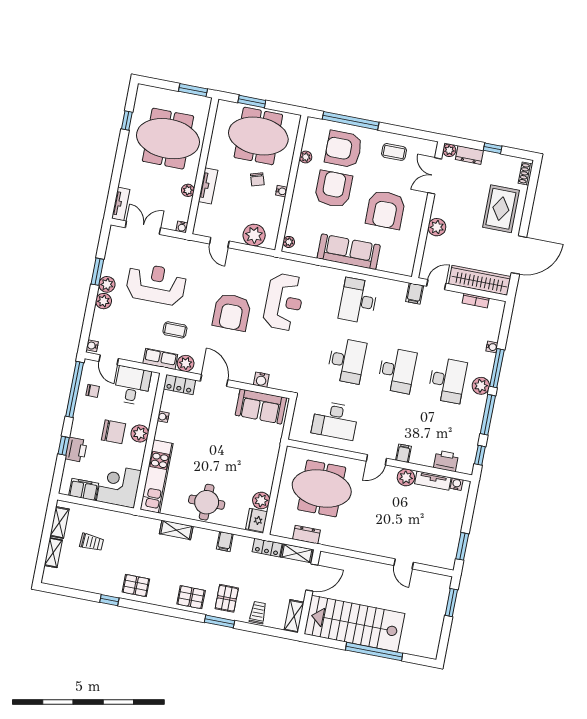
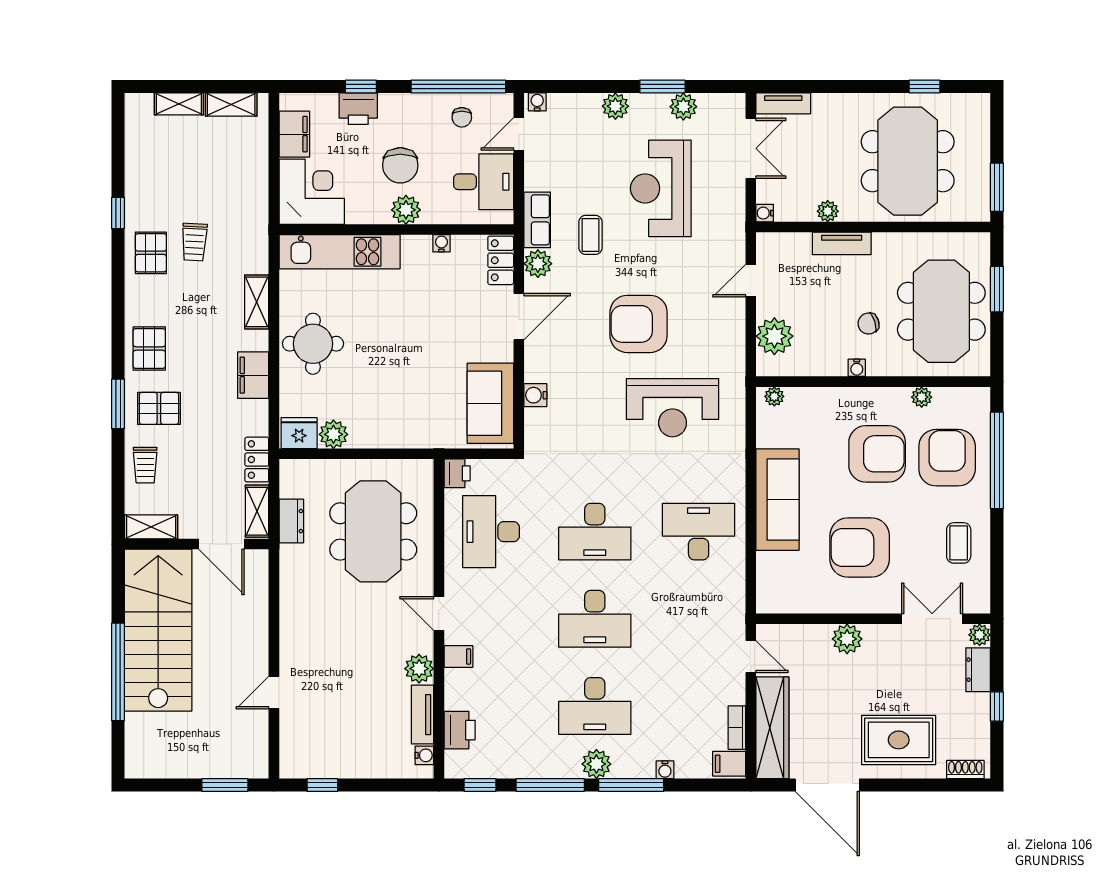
plant: (107, 284) -> (683, 107), moved
reception desk: (156, 284) -> (661, 188), turned 180
filing cabinet: (415, 293) -> (729, 764), moved
printer: (298, 434) -> (457, 473), added
trolley: (92, 542) -> (194, 242), moved
filing cabinet: (225, 542) -> (253, 375), width x2.00
window: (462, 546) -> (322, 785), width x0.67
trolley: (258, 613) -> (145, 465), turned 90

